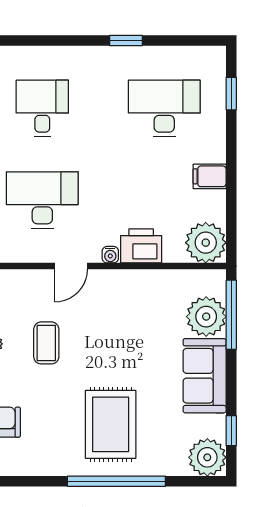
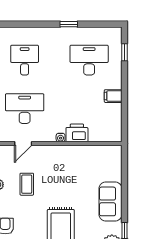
plant: (206, 243) -> (111, 131), removed
door: (71, 266) -> (23, 143), moved
window: (231, 315) -> (125, 169), removed
plant: (206, 317) -> (111, 170), removed

